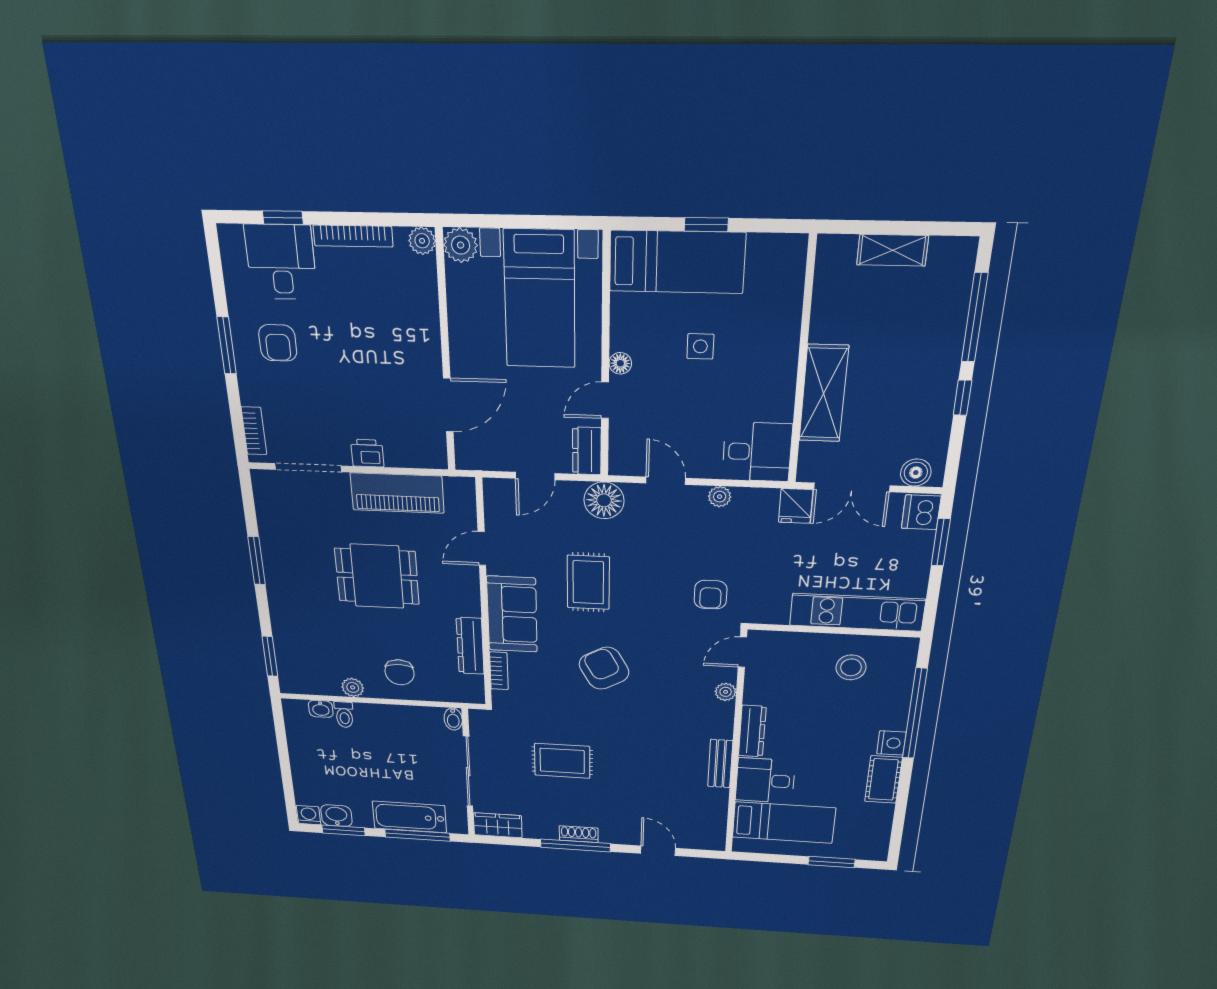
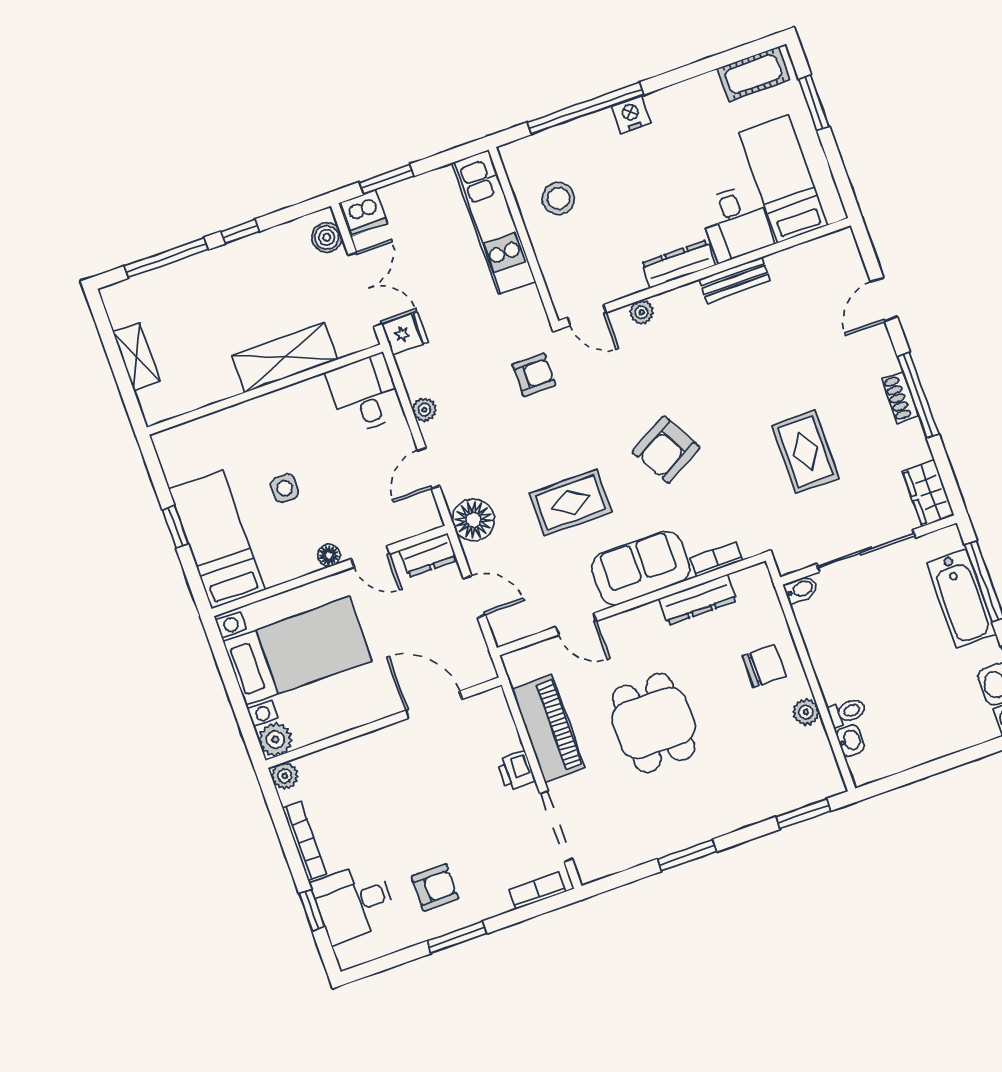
cot: (883, 780) -> (753, 74), moved

